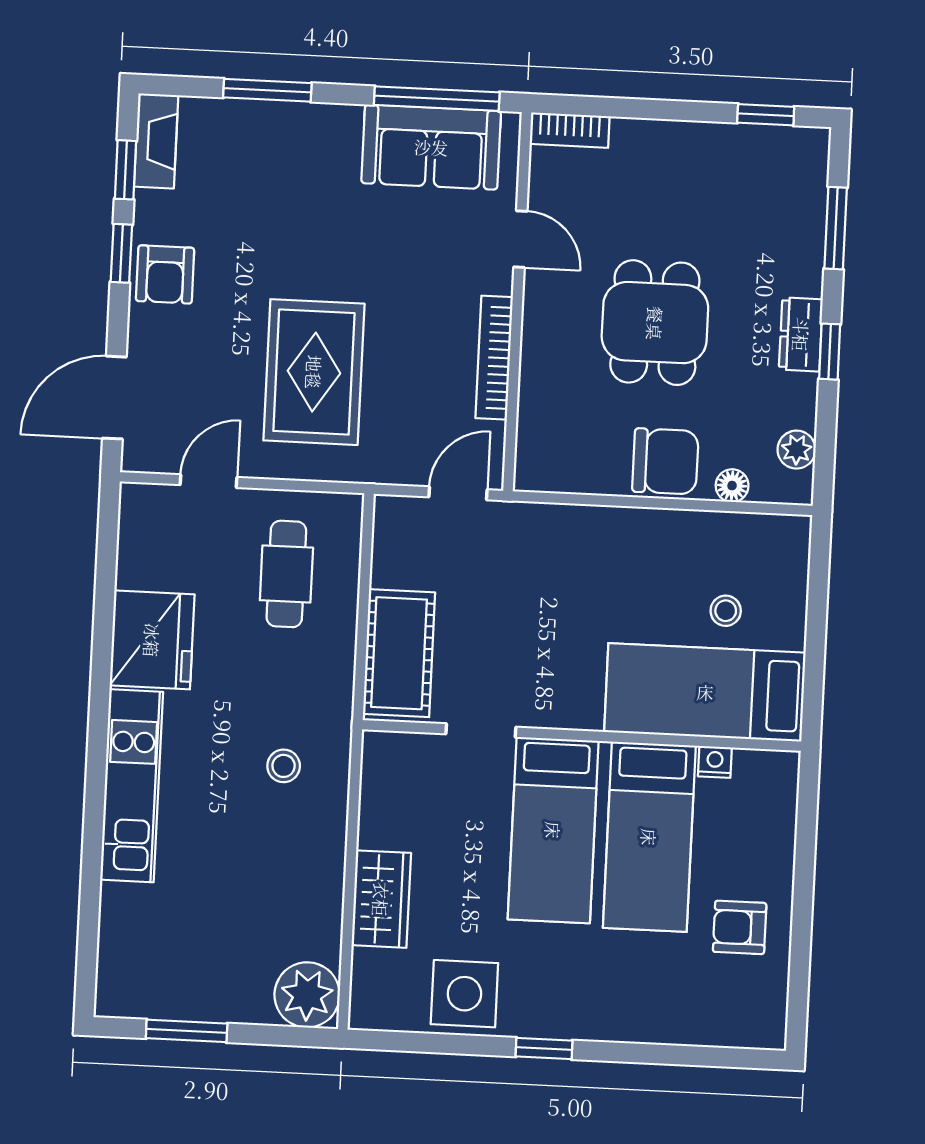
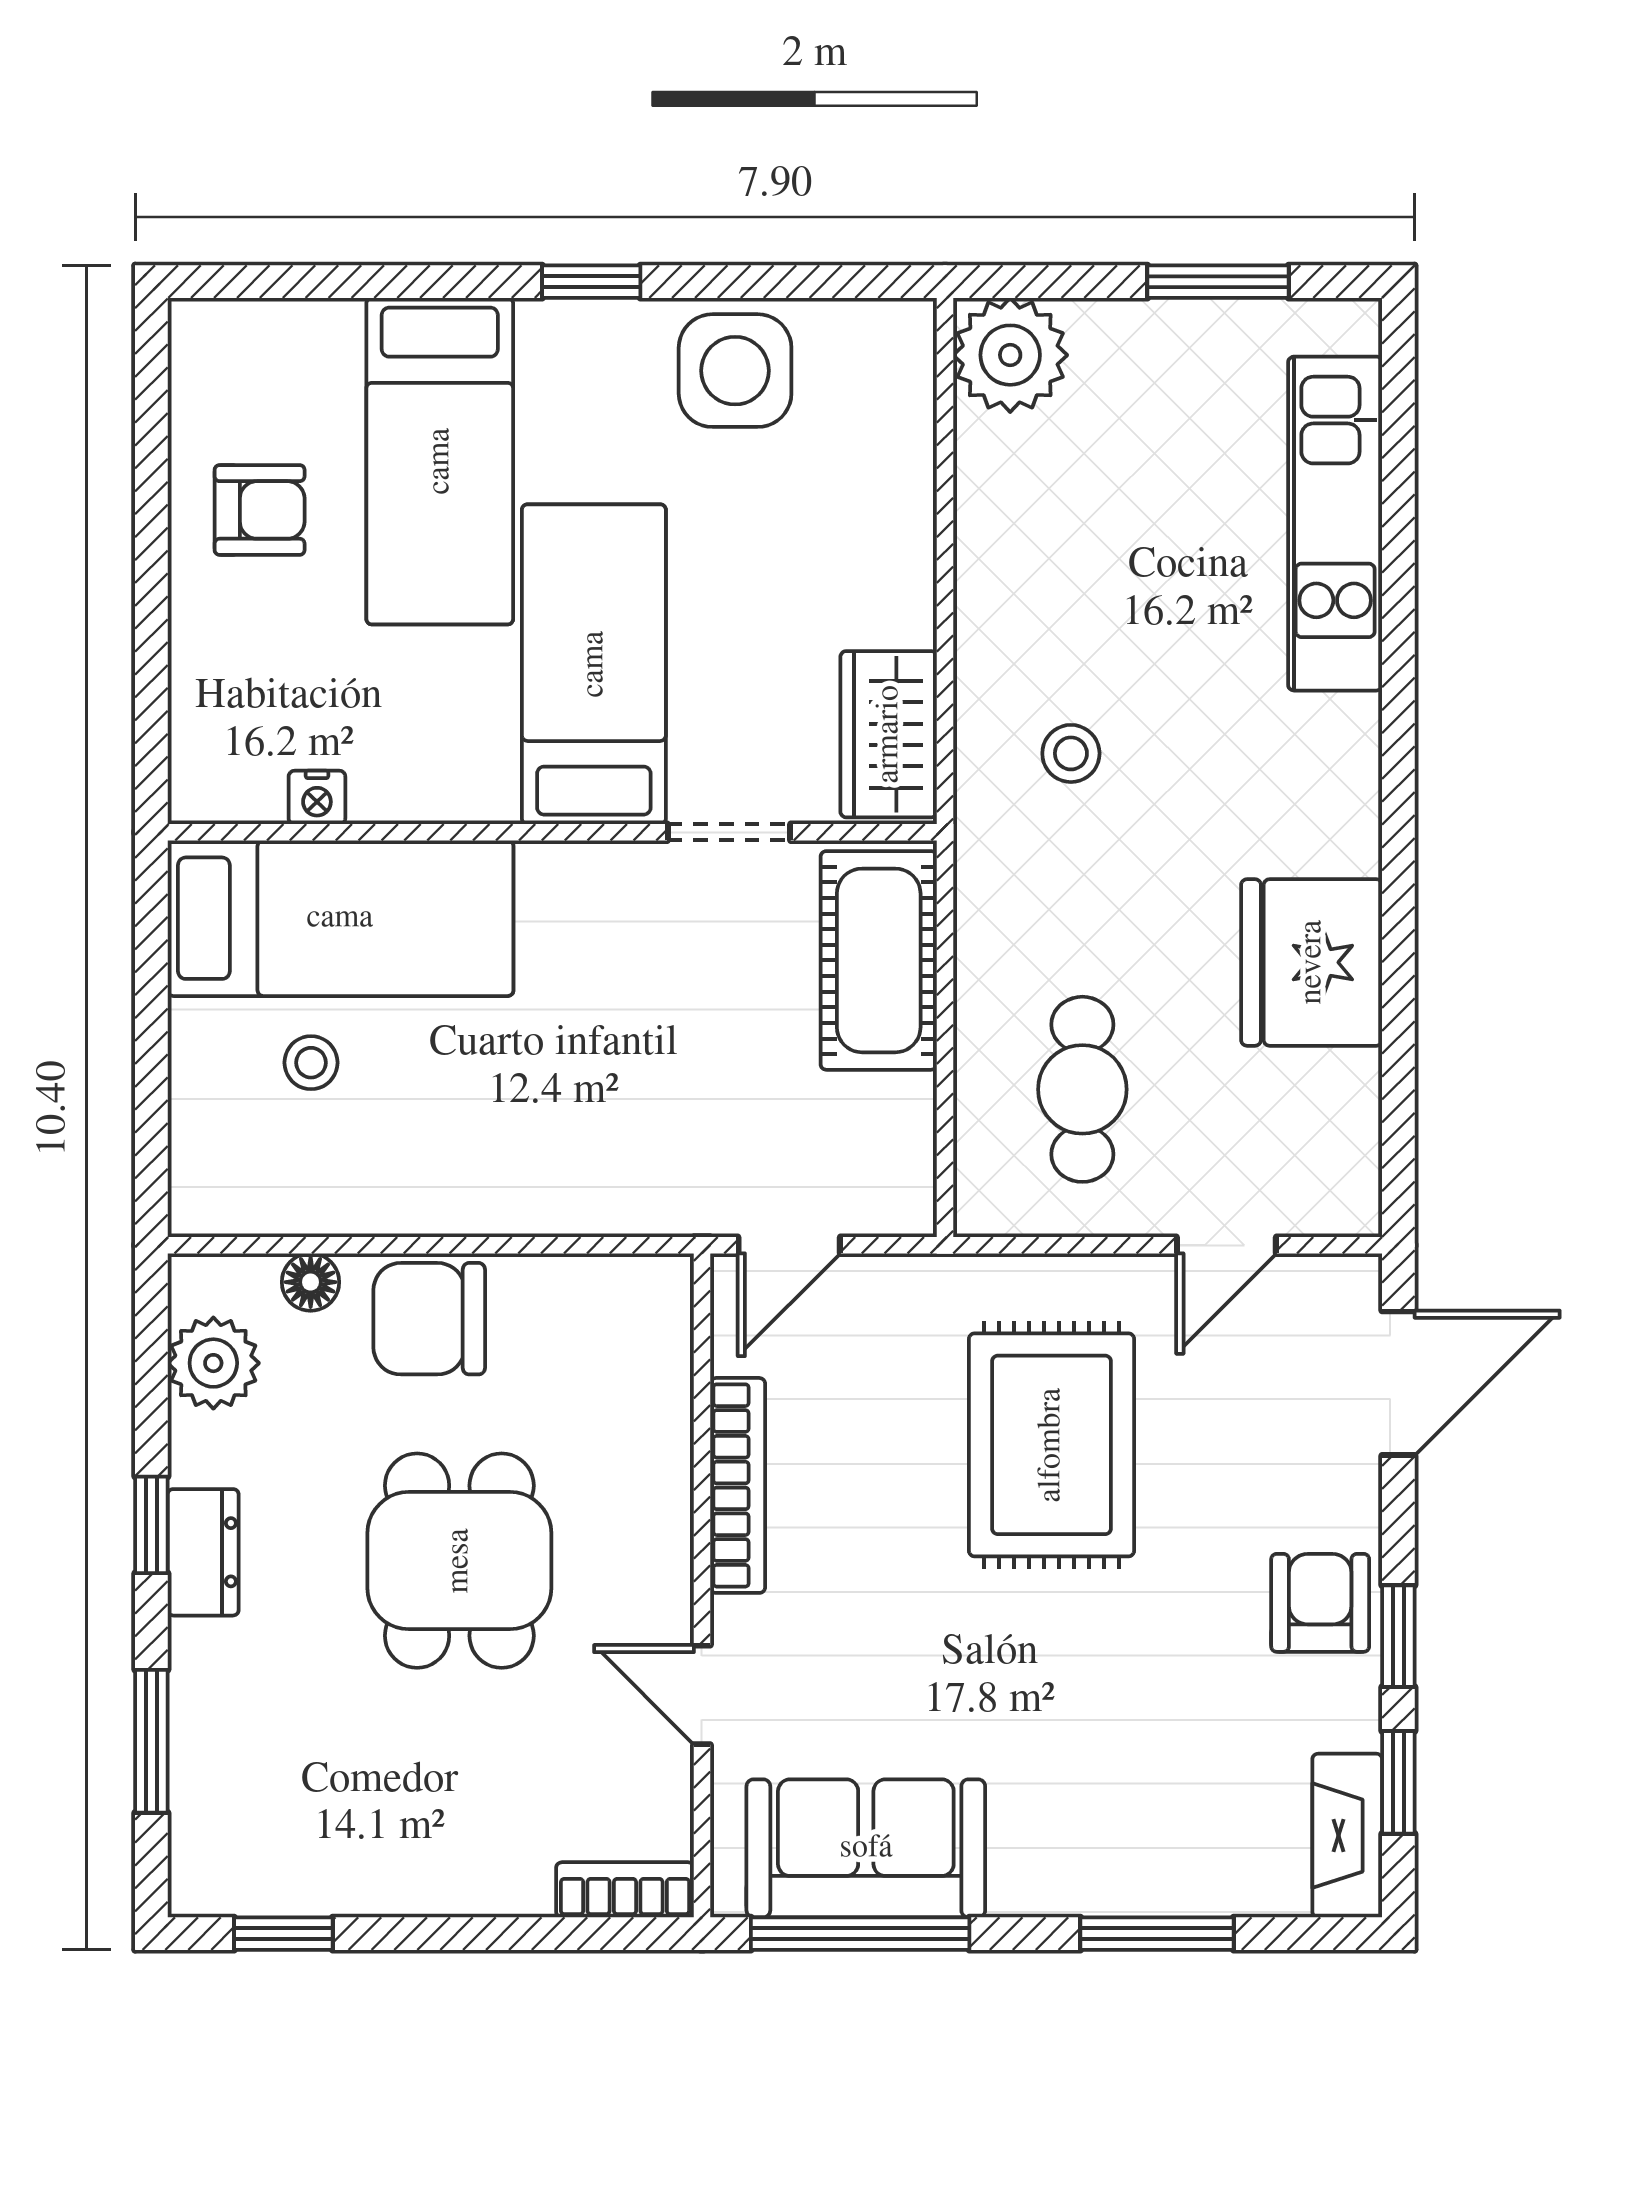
plant: (797, 450) -> (213, 1363), width x1.38, depth x1.38
kitchen unit: (132, 786) -> (1335, 524), moved
bed: (649, 837) -> (440, 461), moved, turned 180
wardrobe: (381, 899) -> (889, 734), moved

